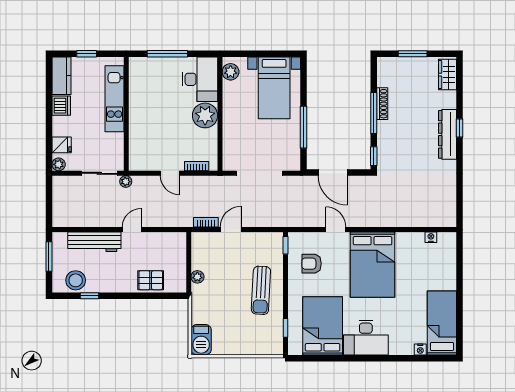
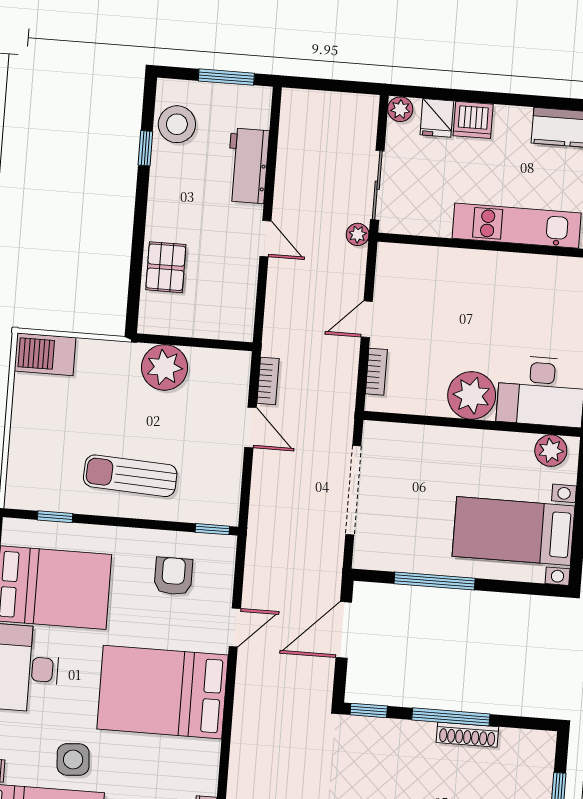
dishwasher: (61, 106) -> (473, 120), moved
workbench: (94, 242) -> (248, 166), width x0.73
plant: (197, 277) -> (164, 367), width x1.87, depth x1.87
side table: (411, 308) -> (73, 760), added

